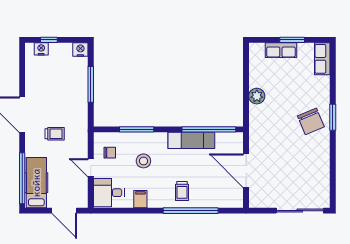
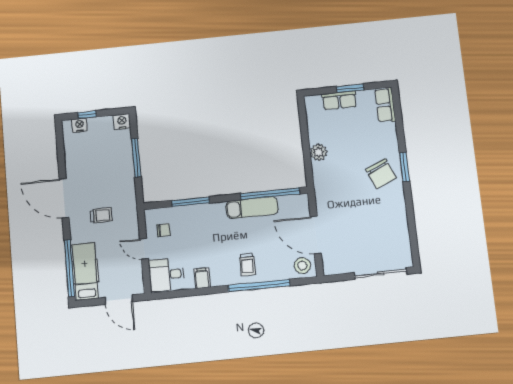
stool: (143, 161) -> (302, 266), moved

